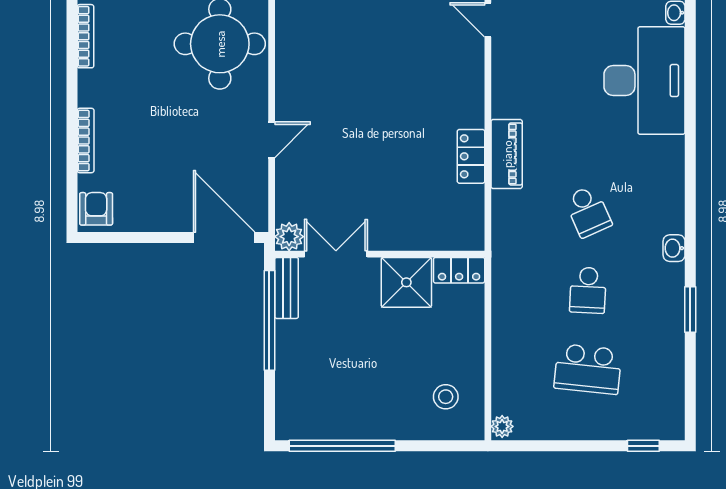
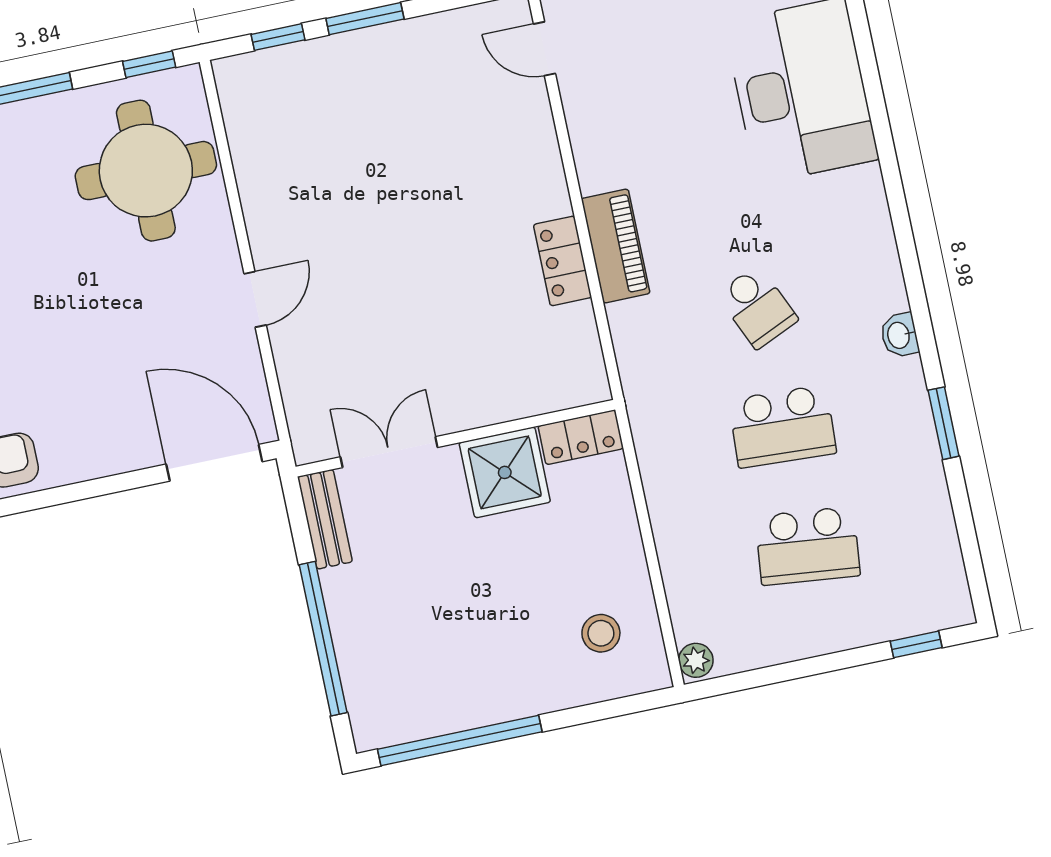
plant: (289, 237) -> (312, 441), removed
school desk: (588, 290) -> (782, 426), width x1.85
window: (269, 320) -> (323, 639), moved

